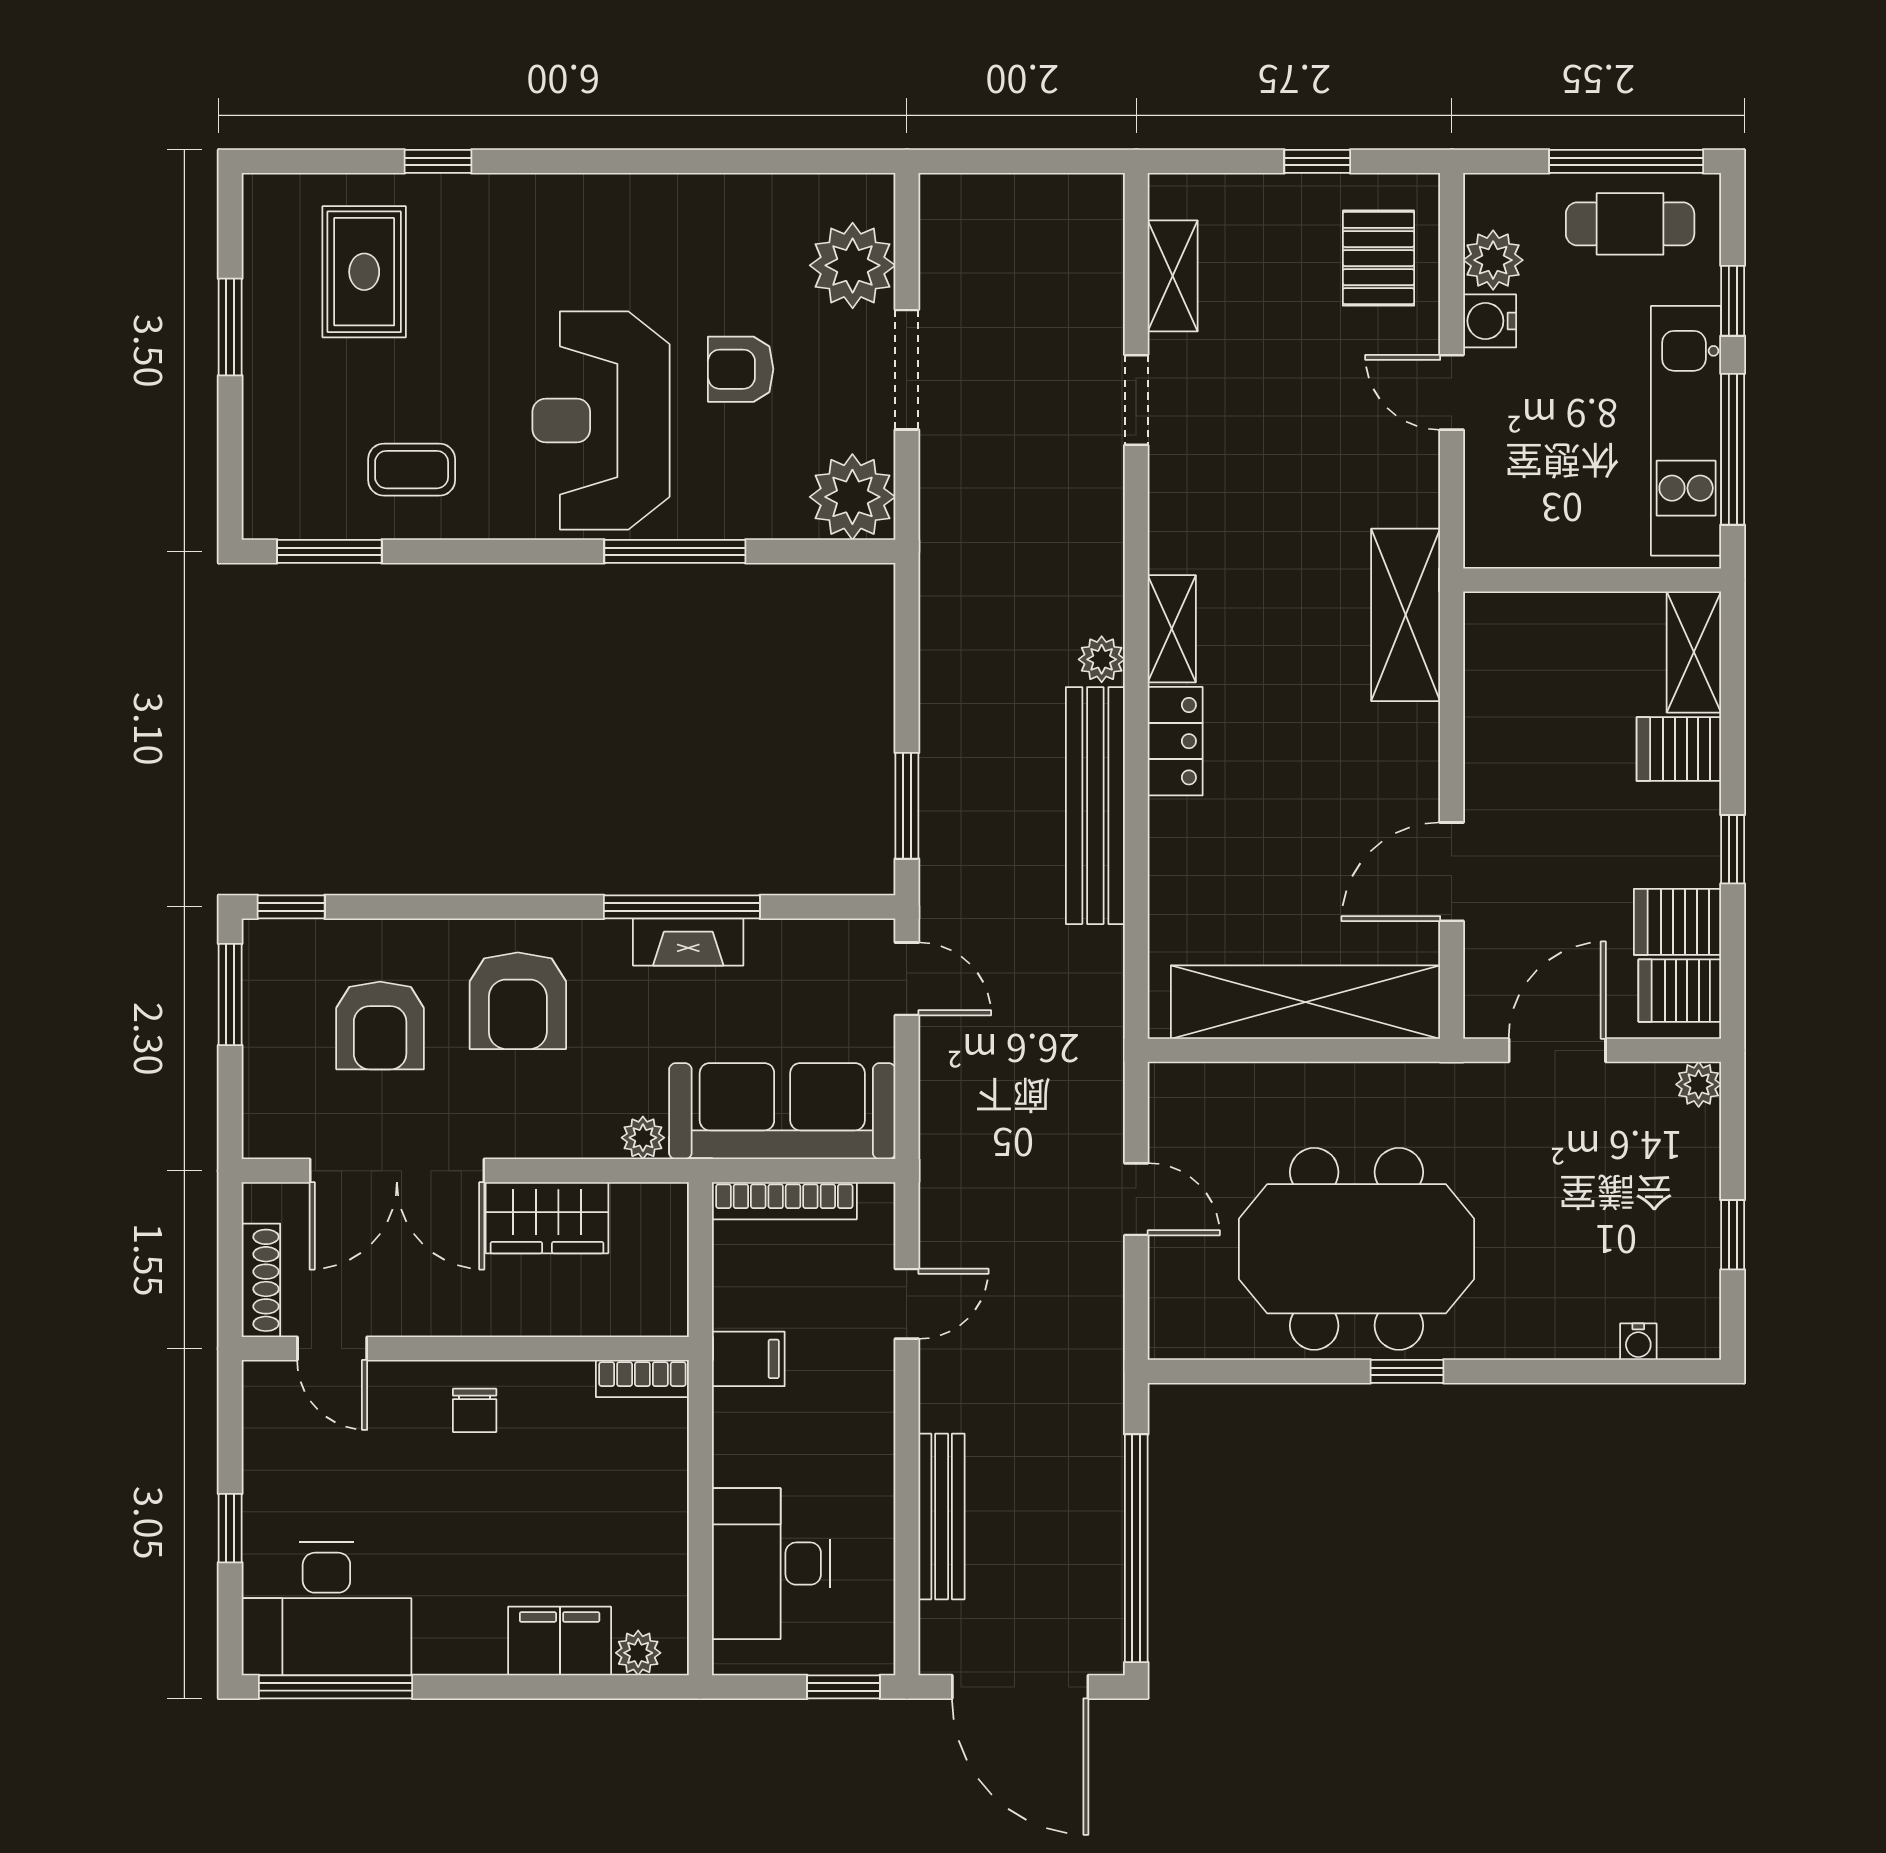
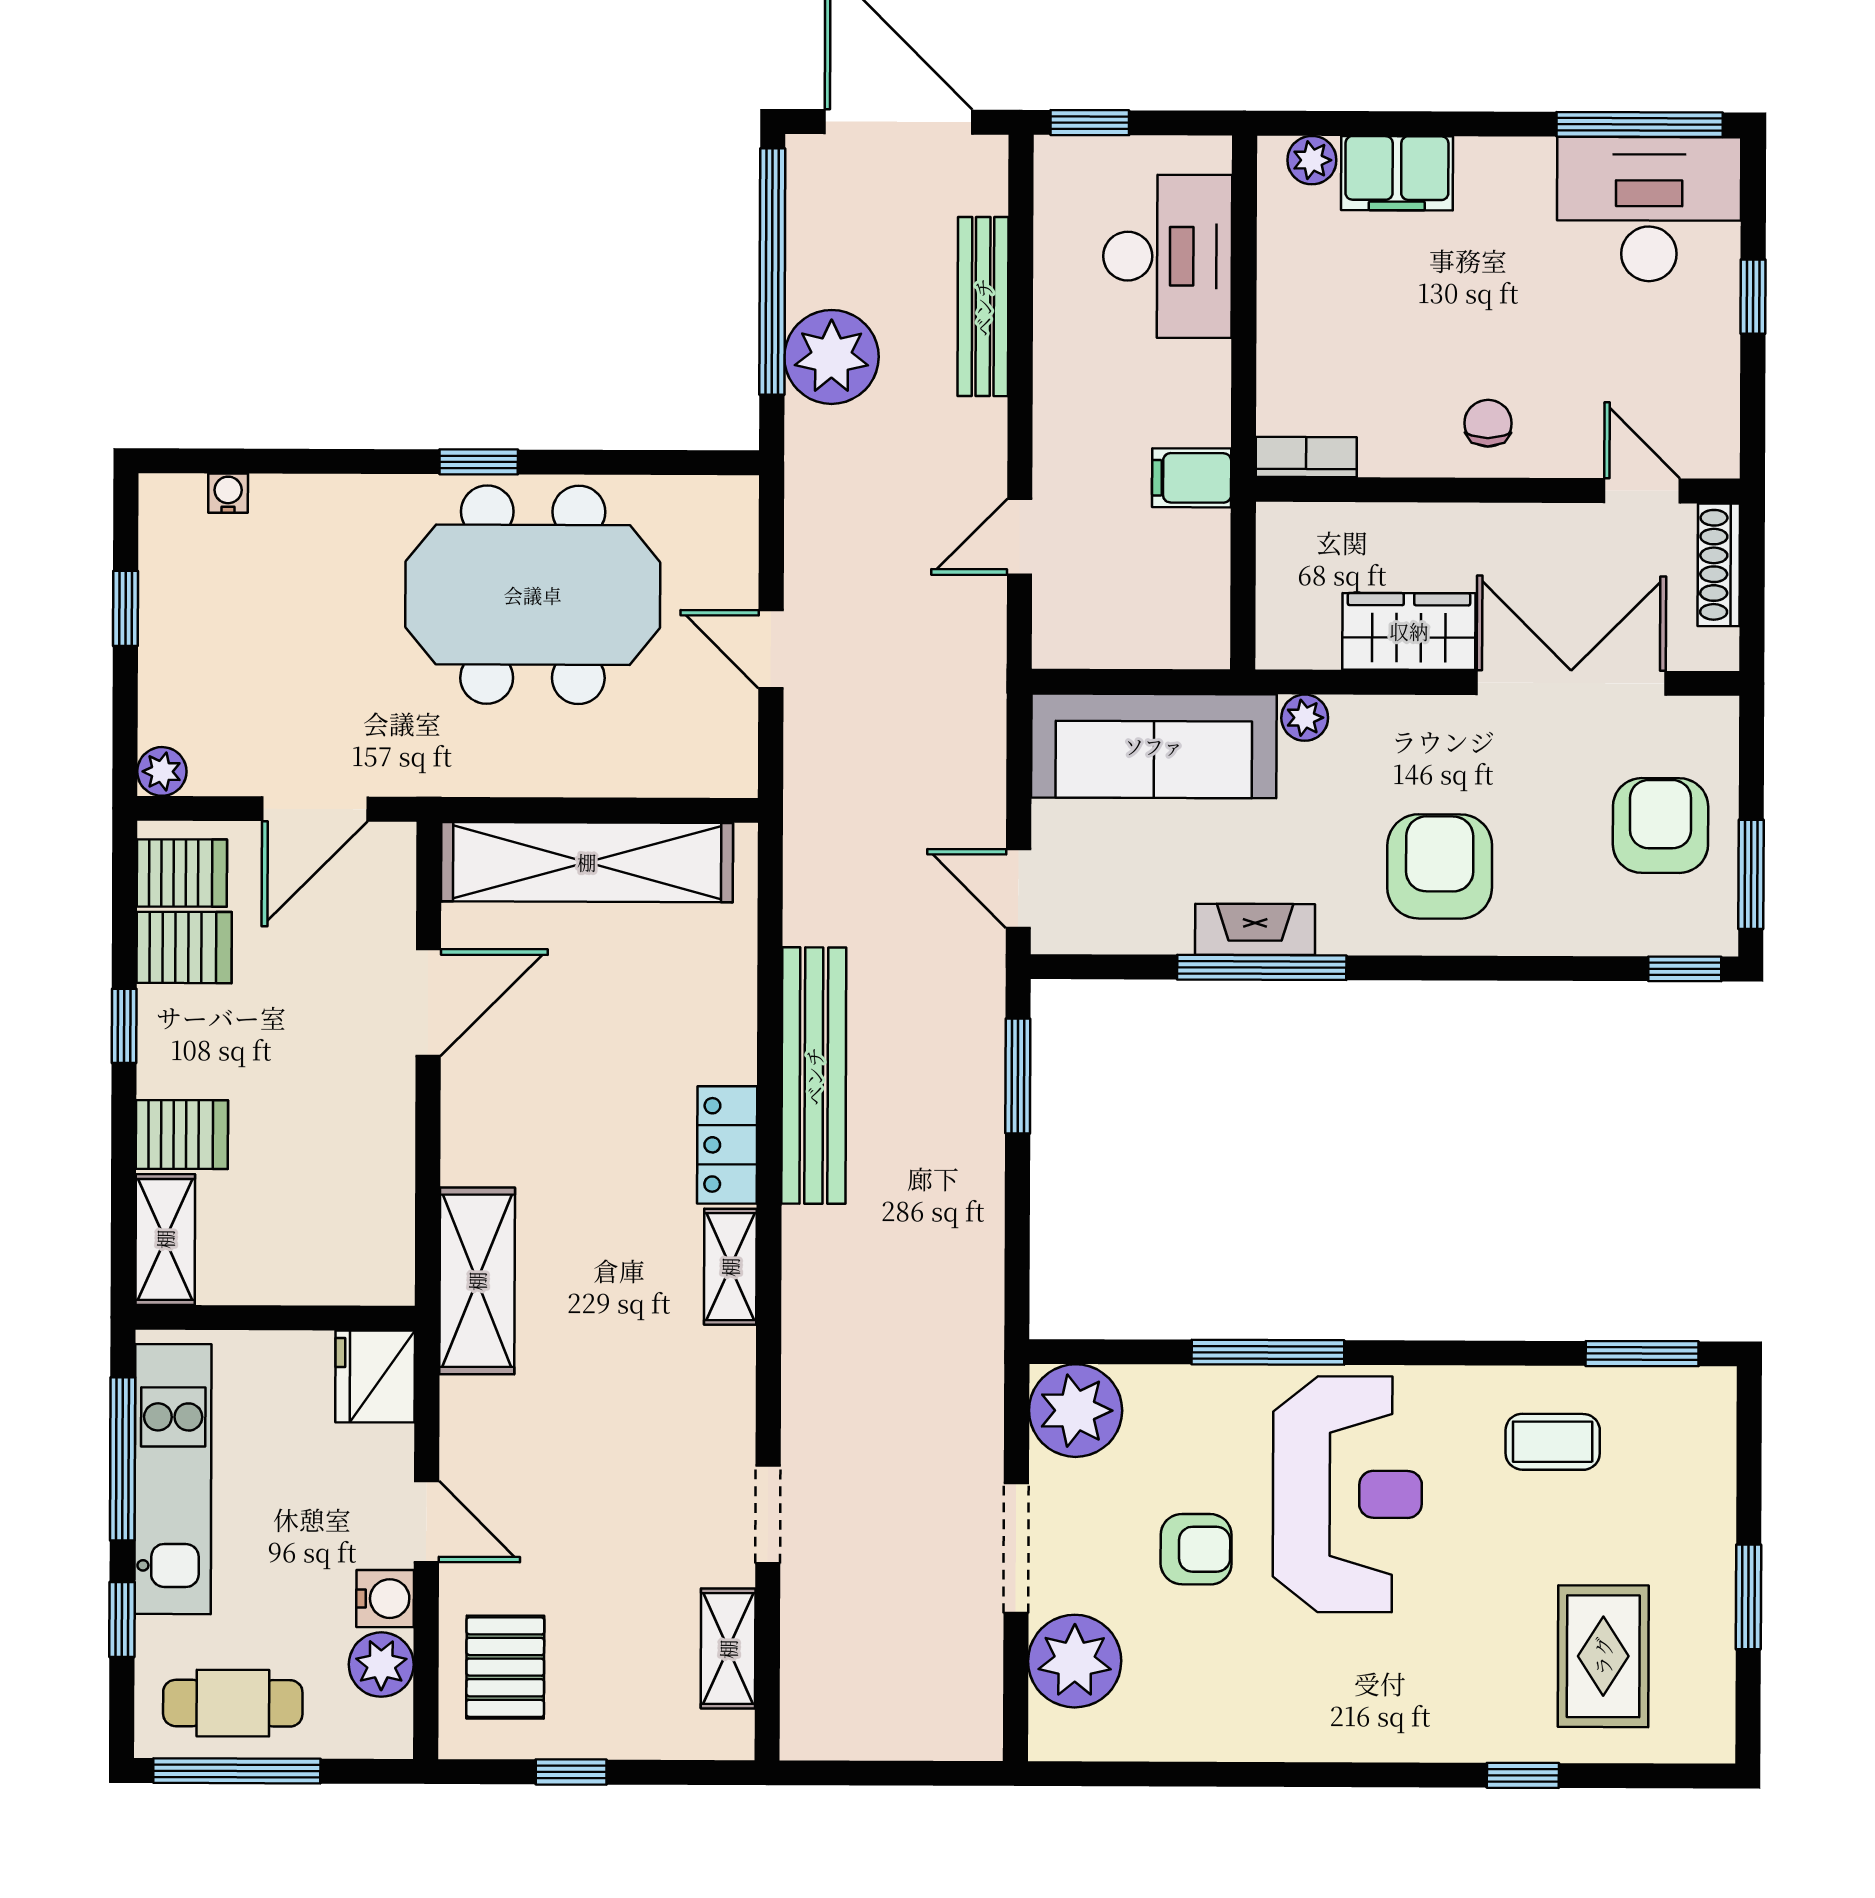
fridge: (1500, 526) -> (375, 1377), added
plant: (1102, 659) -> (831, 357), moved, width x1.87, depth x1.87
armchair: (380, 1025) -> (1660, 826), moved
bookcase: (784, 1201) -> (1152, 649), removed

